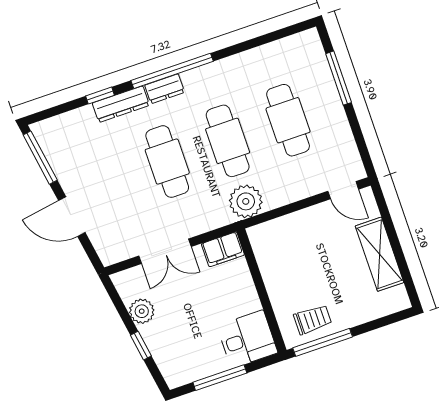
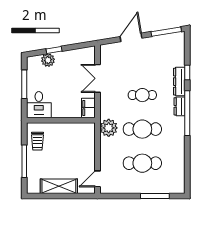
cafe table: (167, 162) -> (142, 95), width x0.73, depth x0.74
plant: (142, 311) -> (48, 60), moved
window: (323, 342) -> (24, 161), moved

